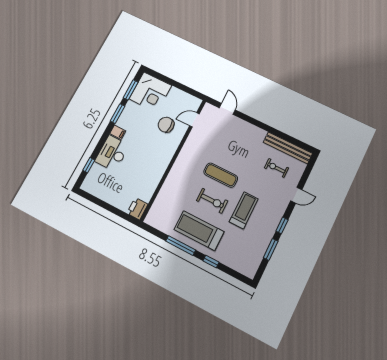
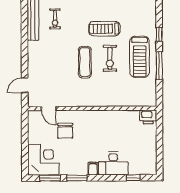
exercise bike: (212, 201) -> (110, 58), turned 180

